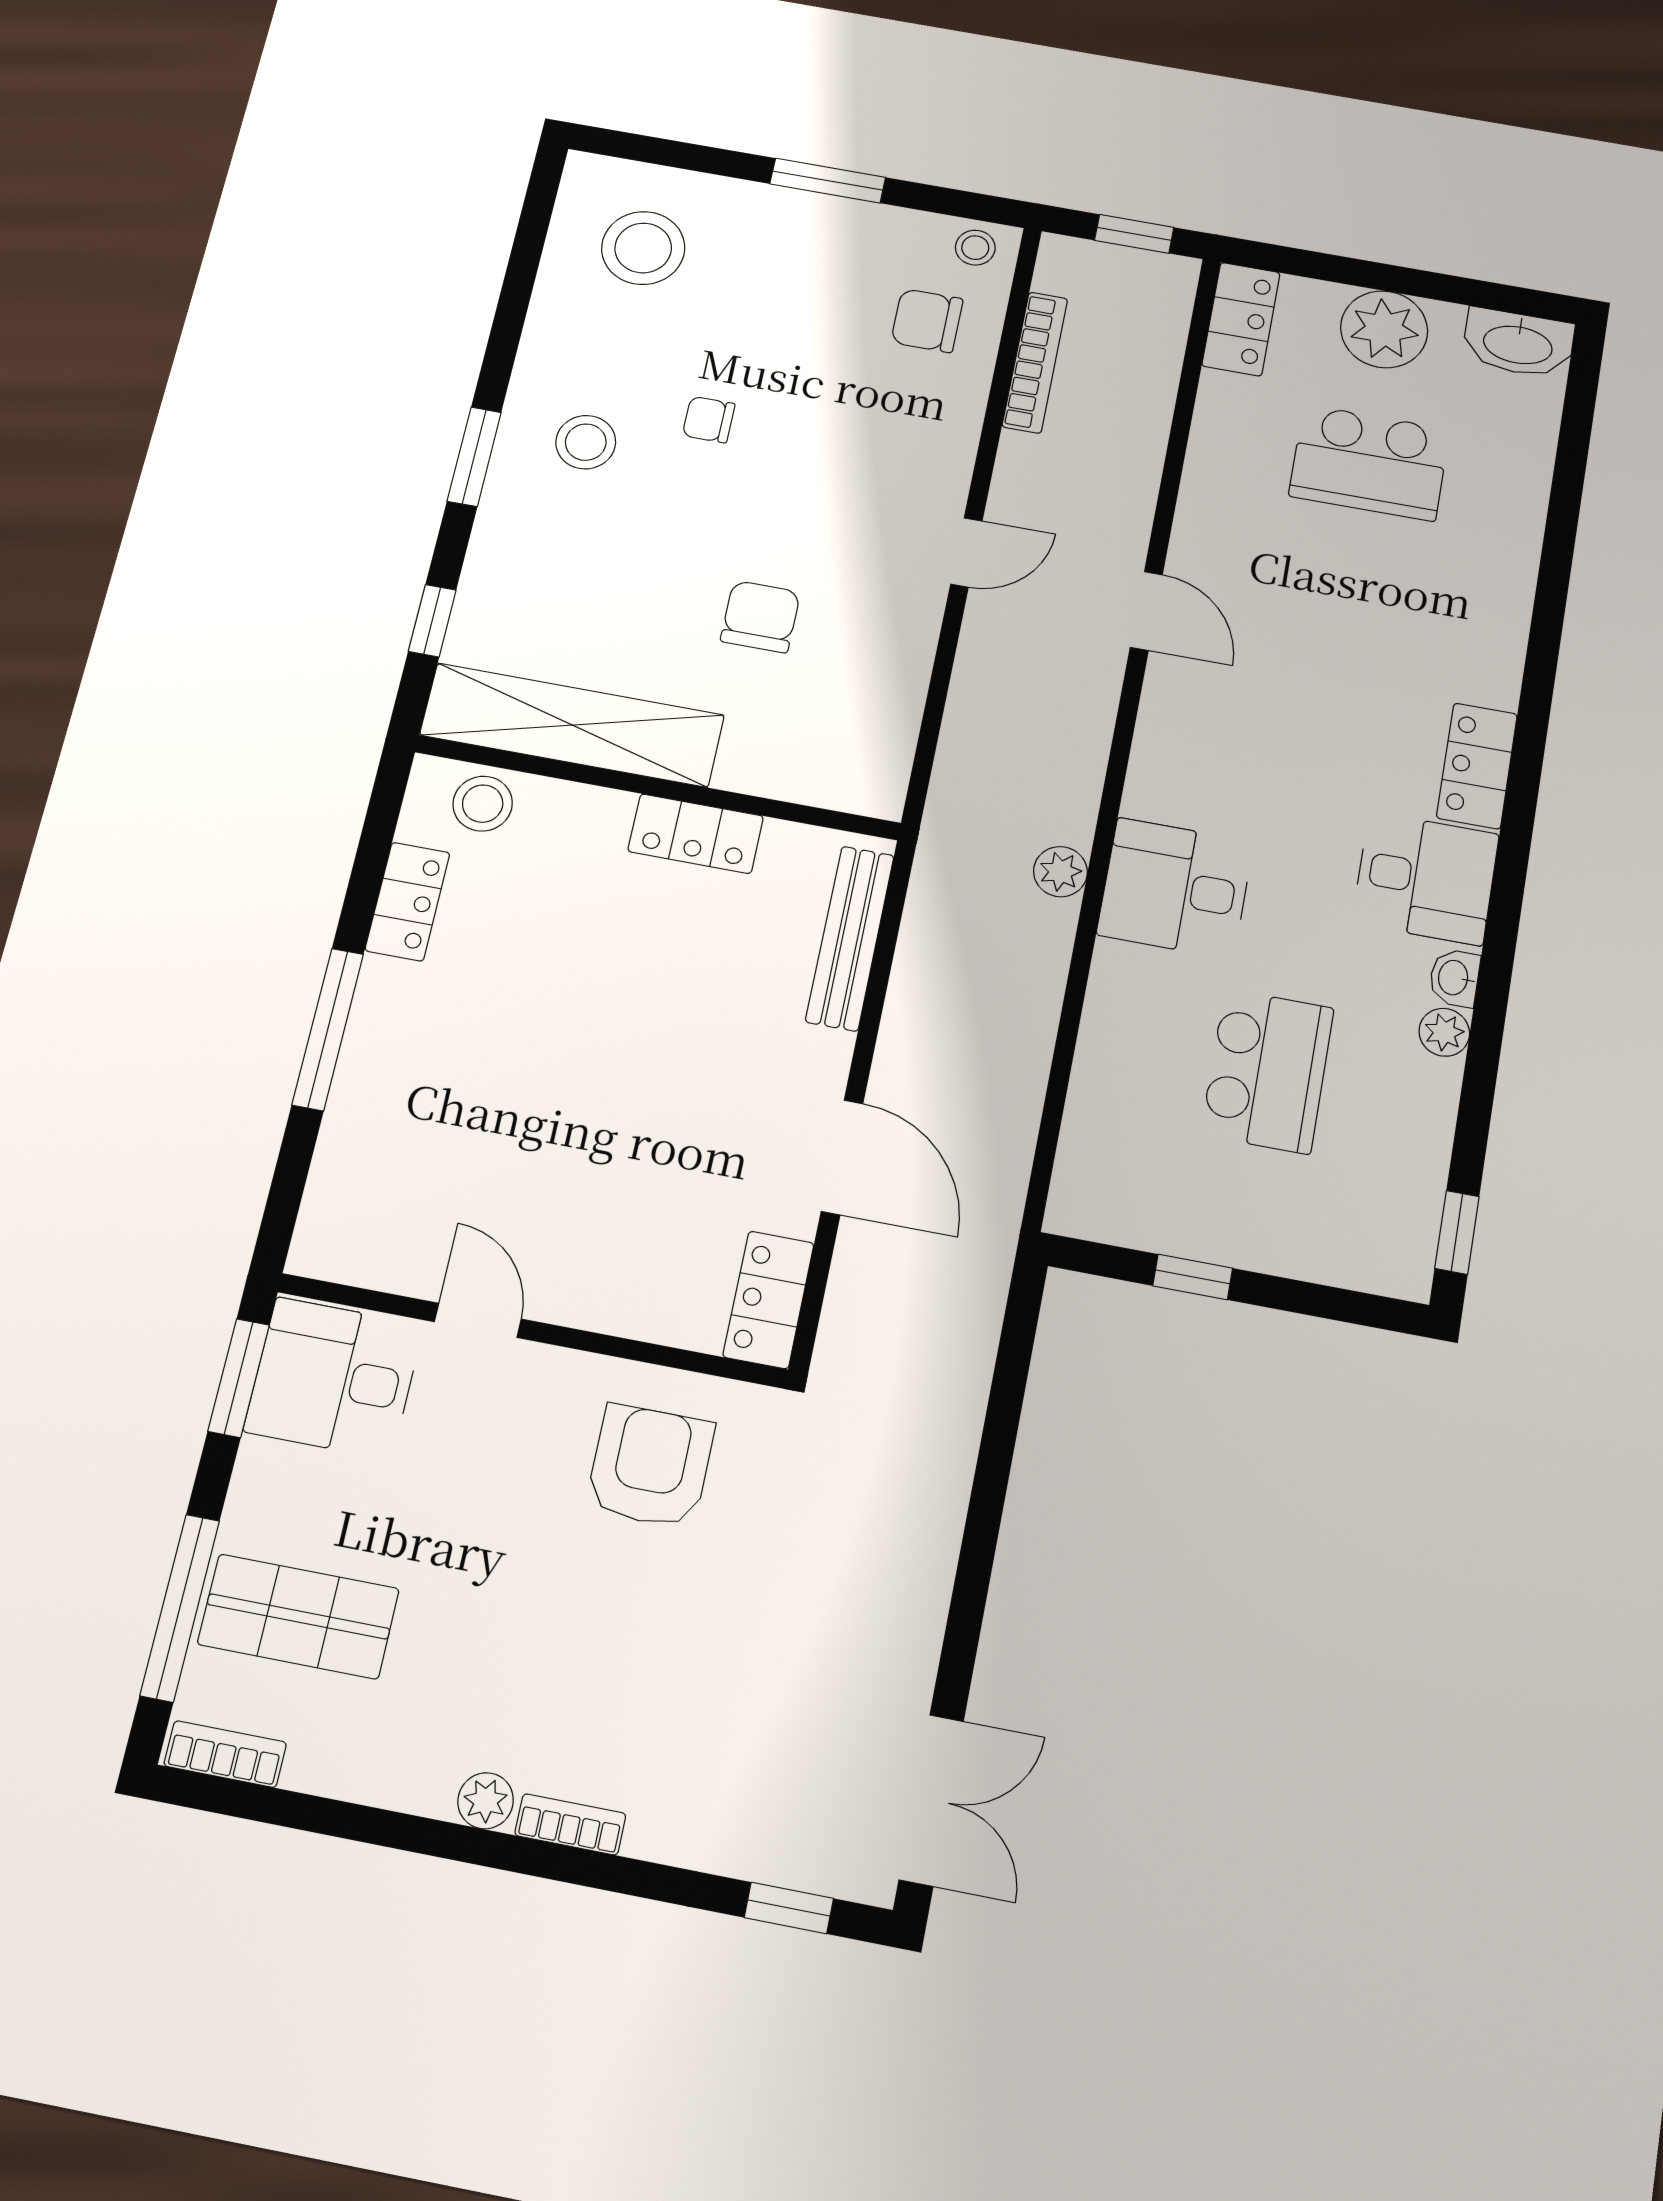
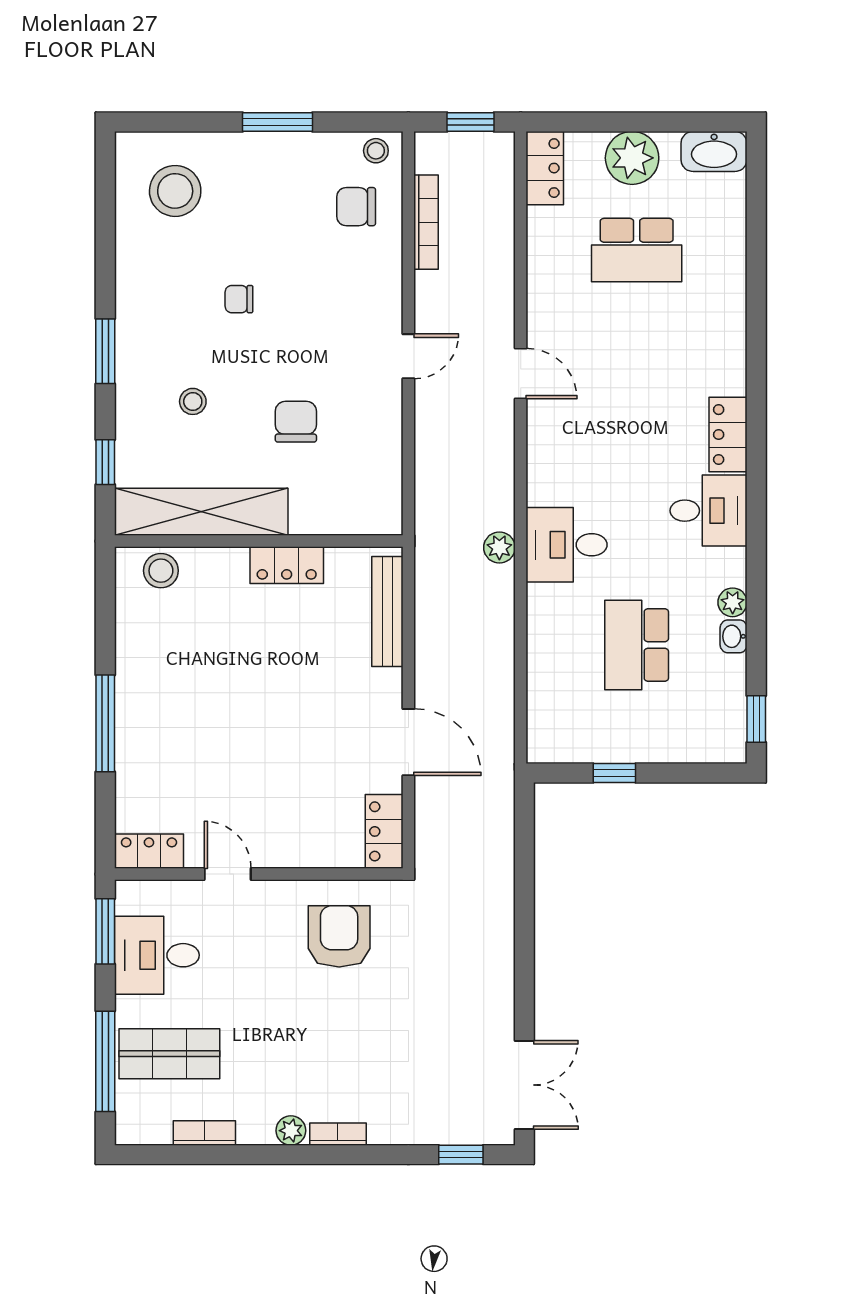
stool: (586, 442) -> (193, 401), moved, width x0.73, depth x0.73
locker: (408, 902) -> (149, 851), moved, turned -90
washbasin: (1454, 978) -> (734, 636), moved
school desk: (1267, 1071) -> (637, 645), turned 180
desk: (334, 1378) -> (157, 955), moved
bookcase: (225, 1754) -> (204, 1133), moved

